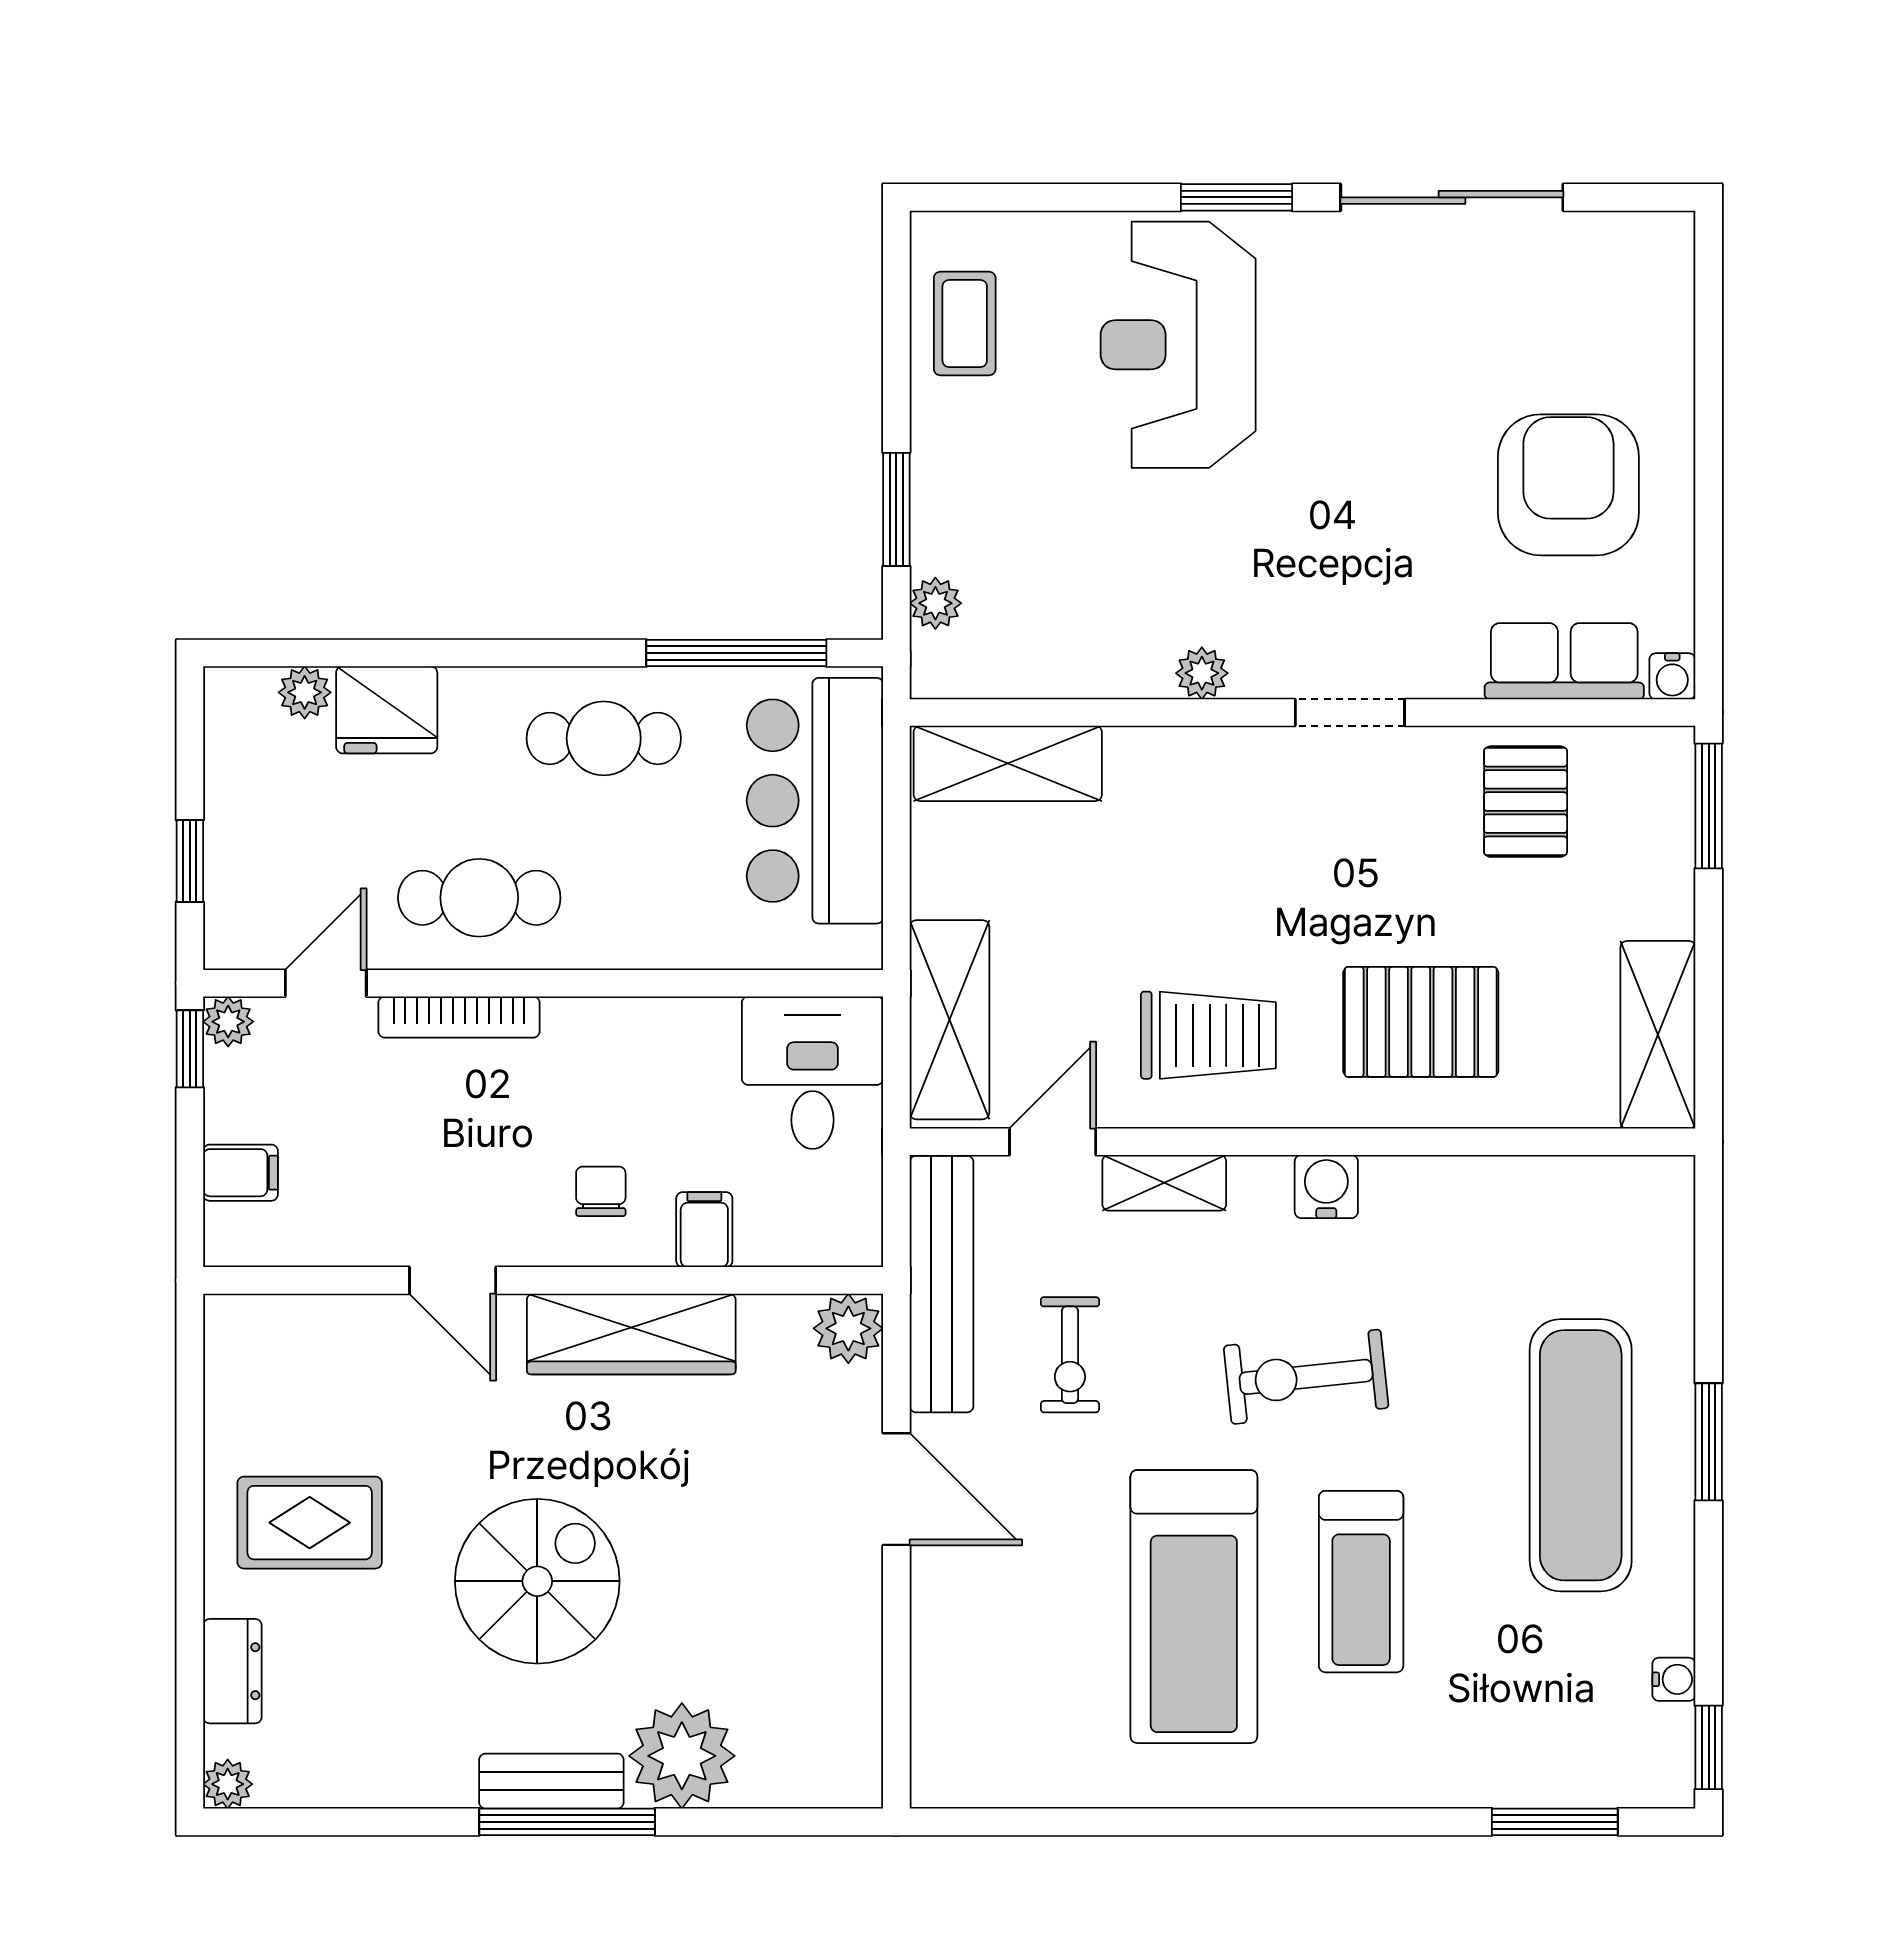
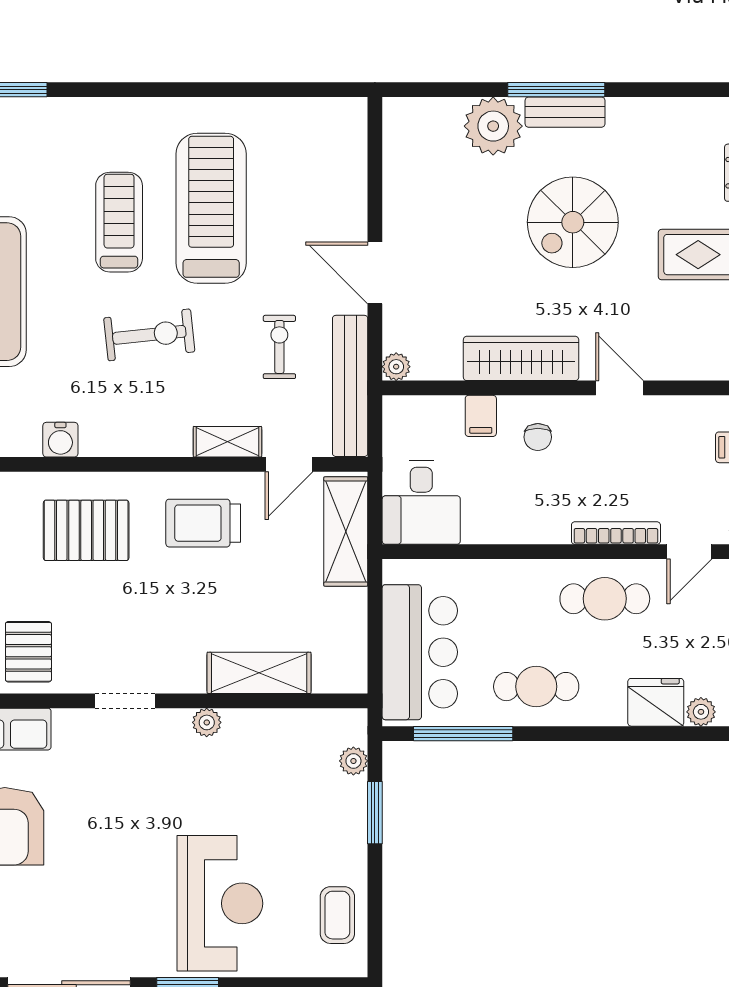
shelving: (1008, 763) -> (259, 673), moved
water cooler: (1326, 1187) -> (60, 440), moved
plant: (848, 1328) -> (396, 367), width x0.73, depth x0.73

